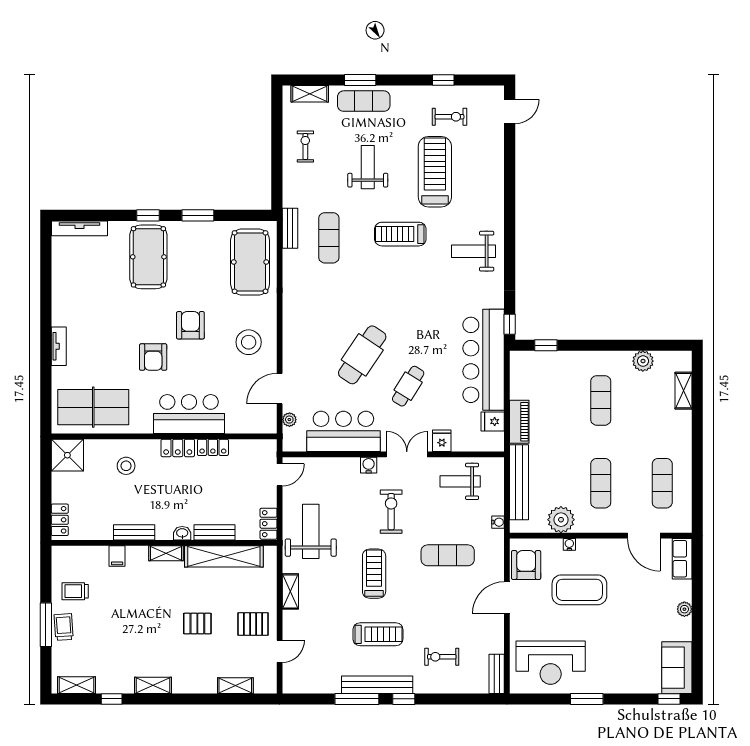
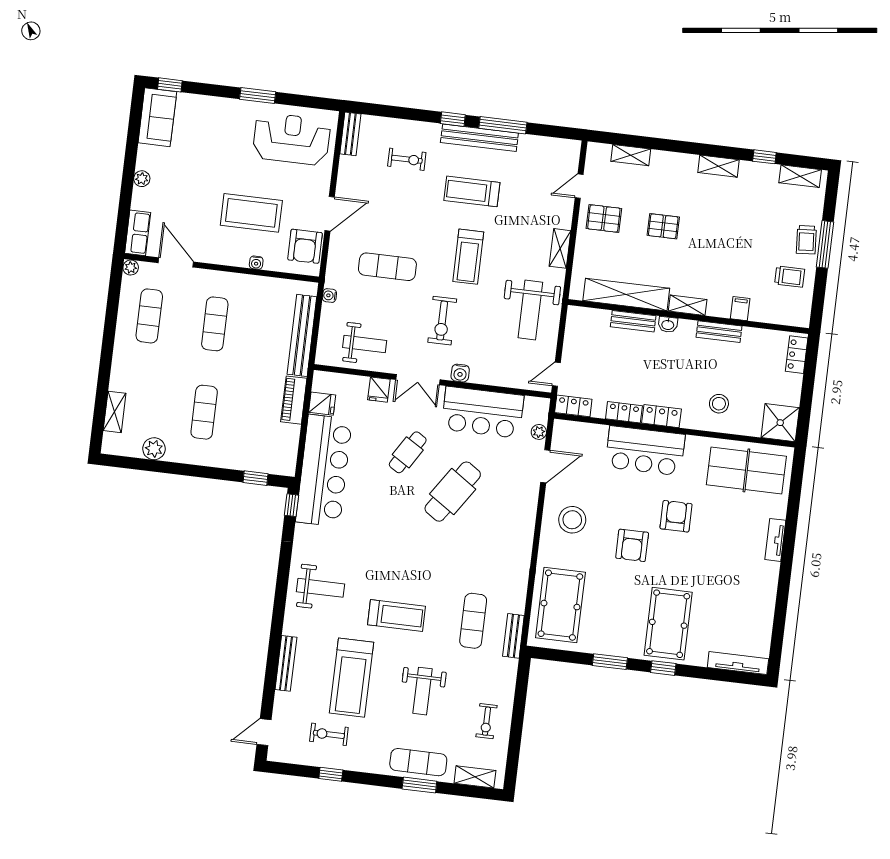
bench: (497, 177) -> (286, 663), added
plant: (561, 520) -> (131, 268), moved, width x0.53, depth x0.53
locker: (269, 524) -> (573, 406), moved, turned -90

